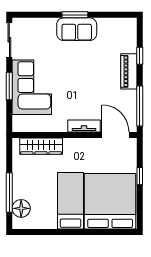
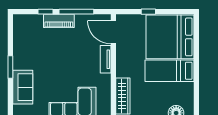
sofa: (77, 29) -> (23, 87), moved
window: (140, 106) -> (76, 12), moved
door: (115, 135) -> (113, 32), hinge flipped

